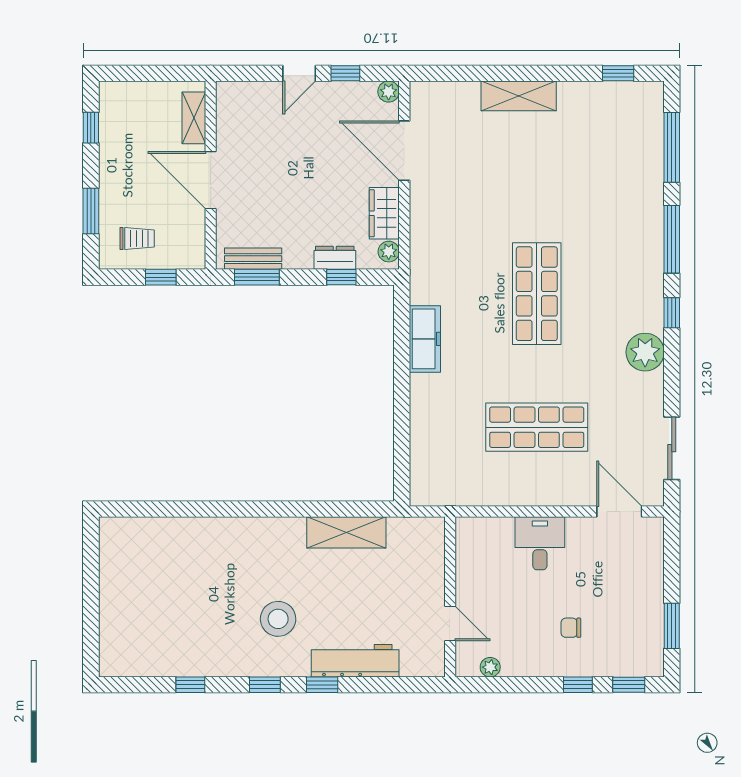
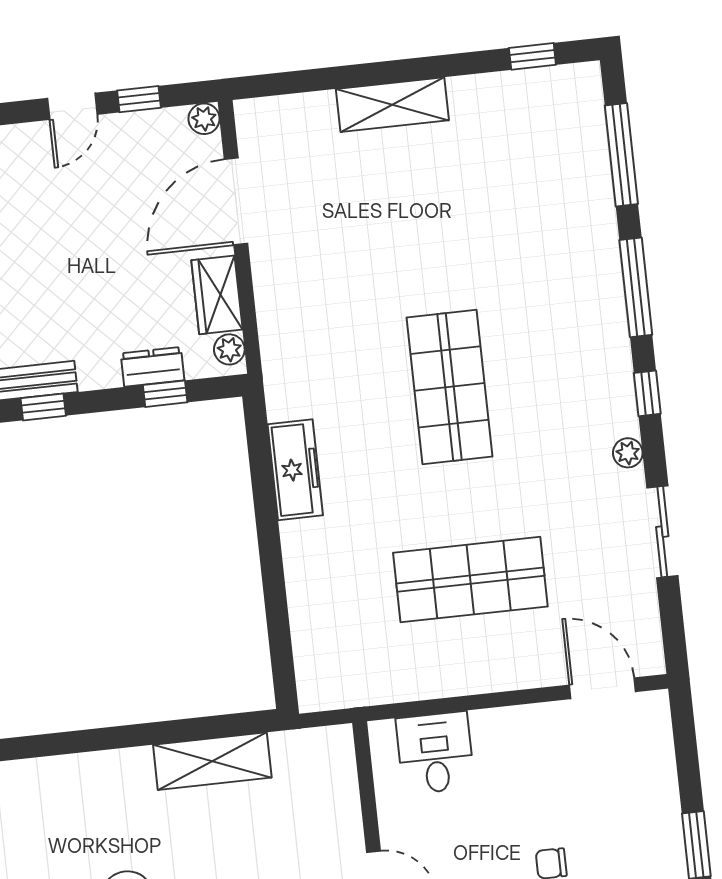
door: (404, 151) -> (236, 201), hinge flipped
window: (257, 277) -> (43, 407), width x0.67
plant: (645, 352) -> (628, 453), width x0.53, depth x0.53
sliding door: (672, 448) -> (662, 532), moved
desk: (540, 543) -> (435, 753), moved

